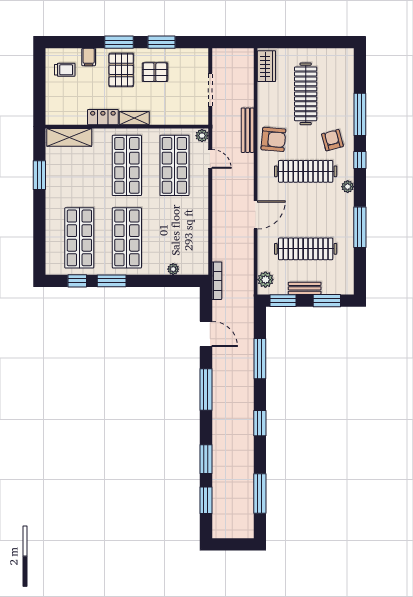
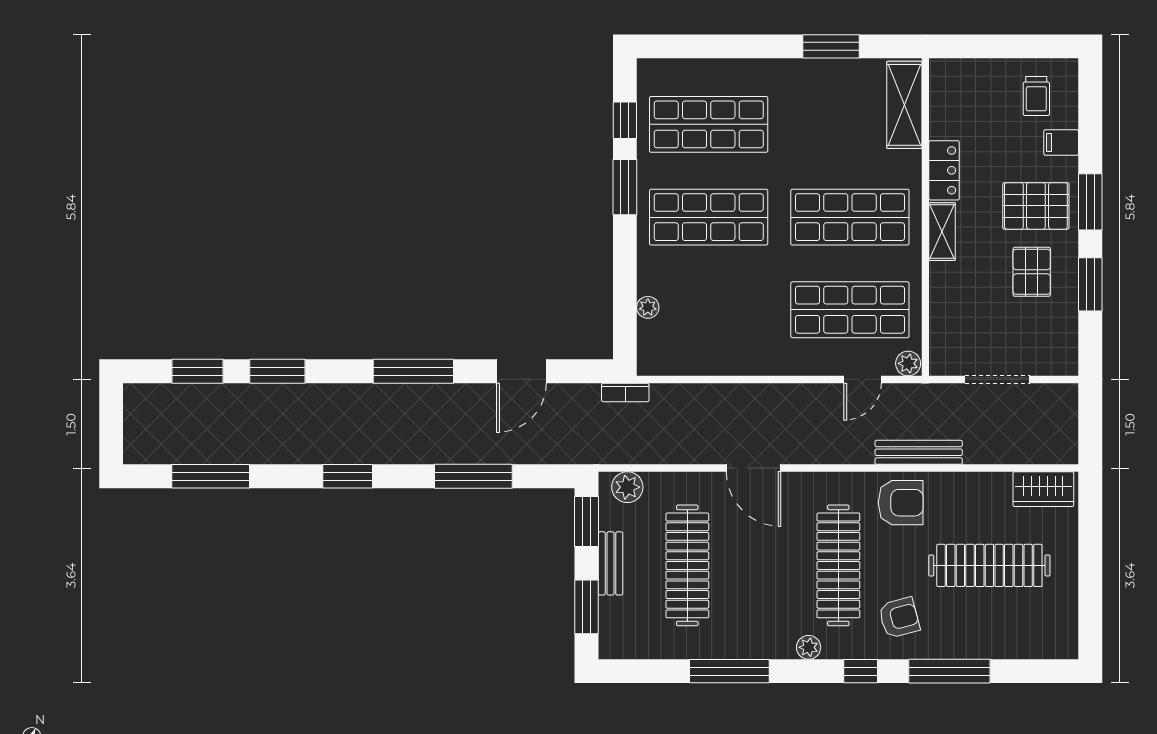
armchair: (273, 139) -> (901, 503), turned -95
bookcase: (217, 281) -> (625, 392), width x0.64

